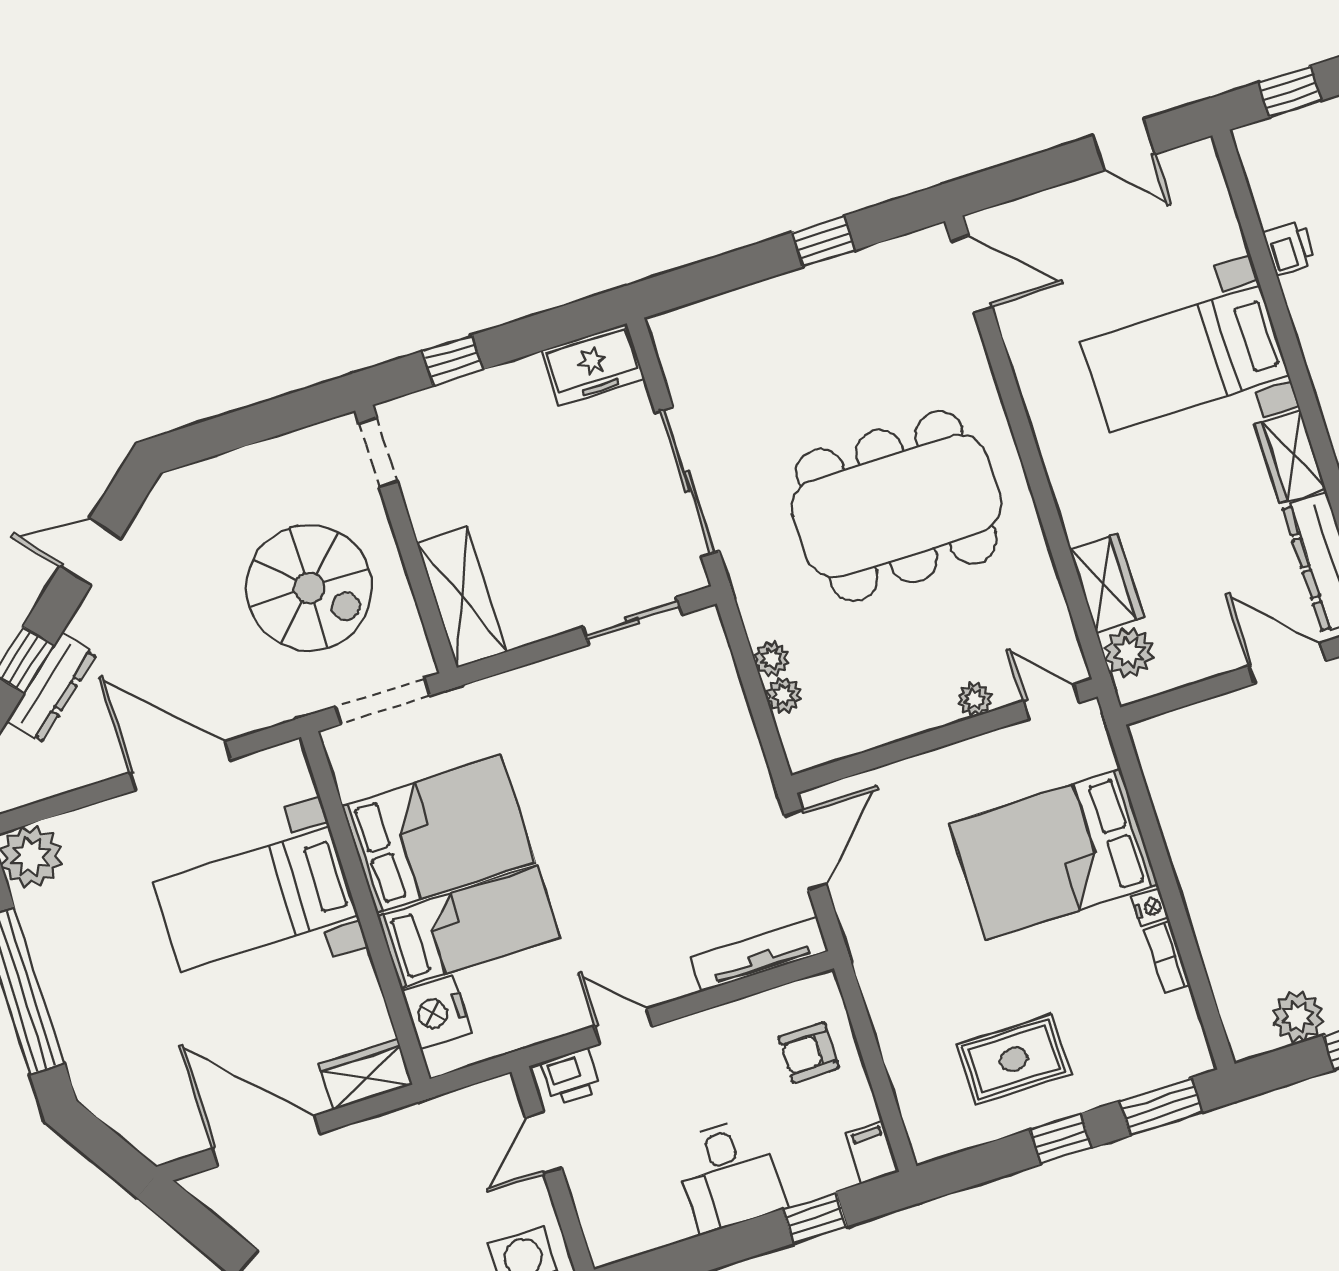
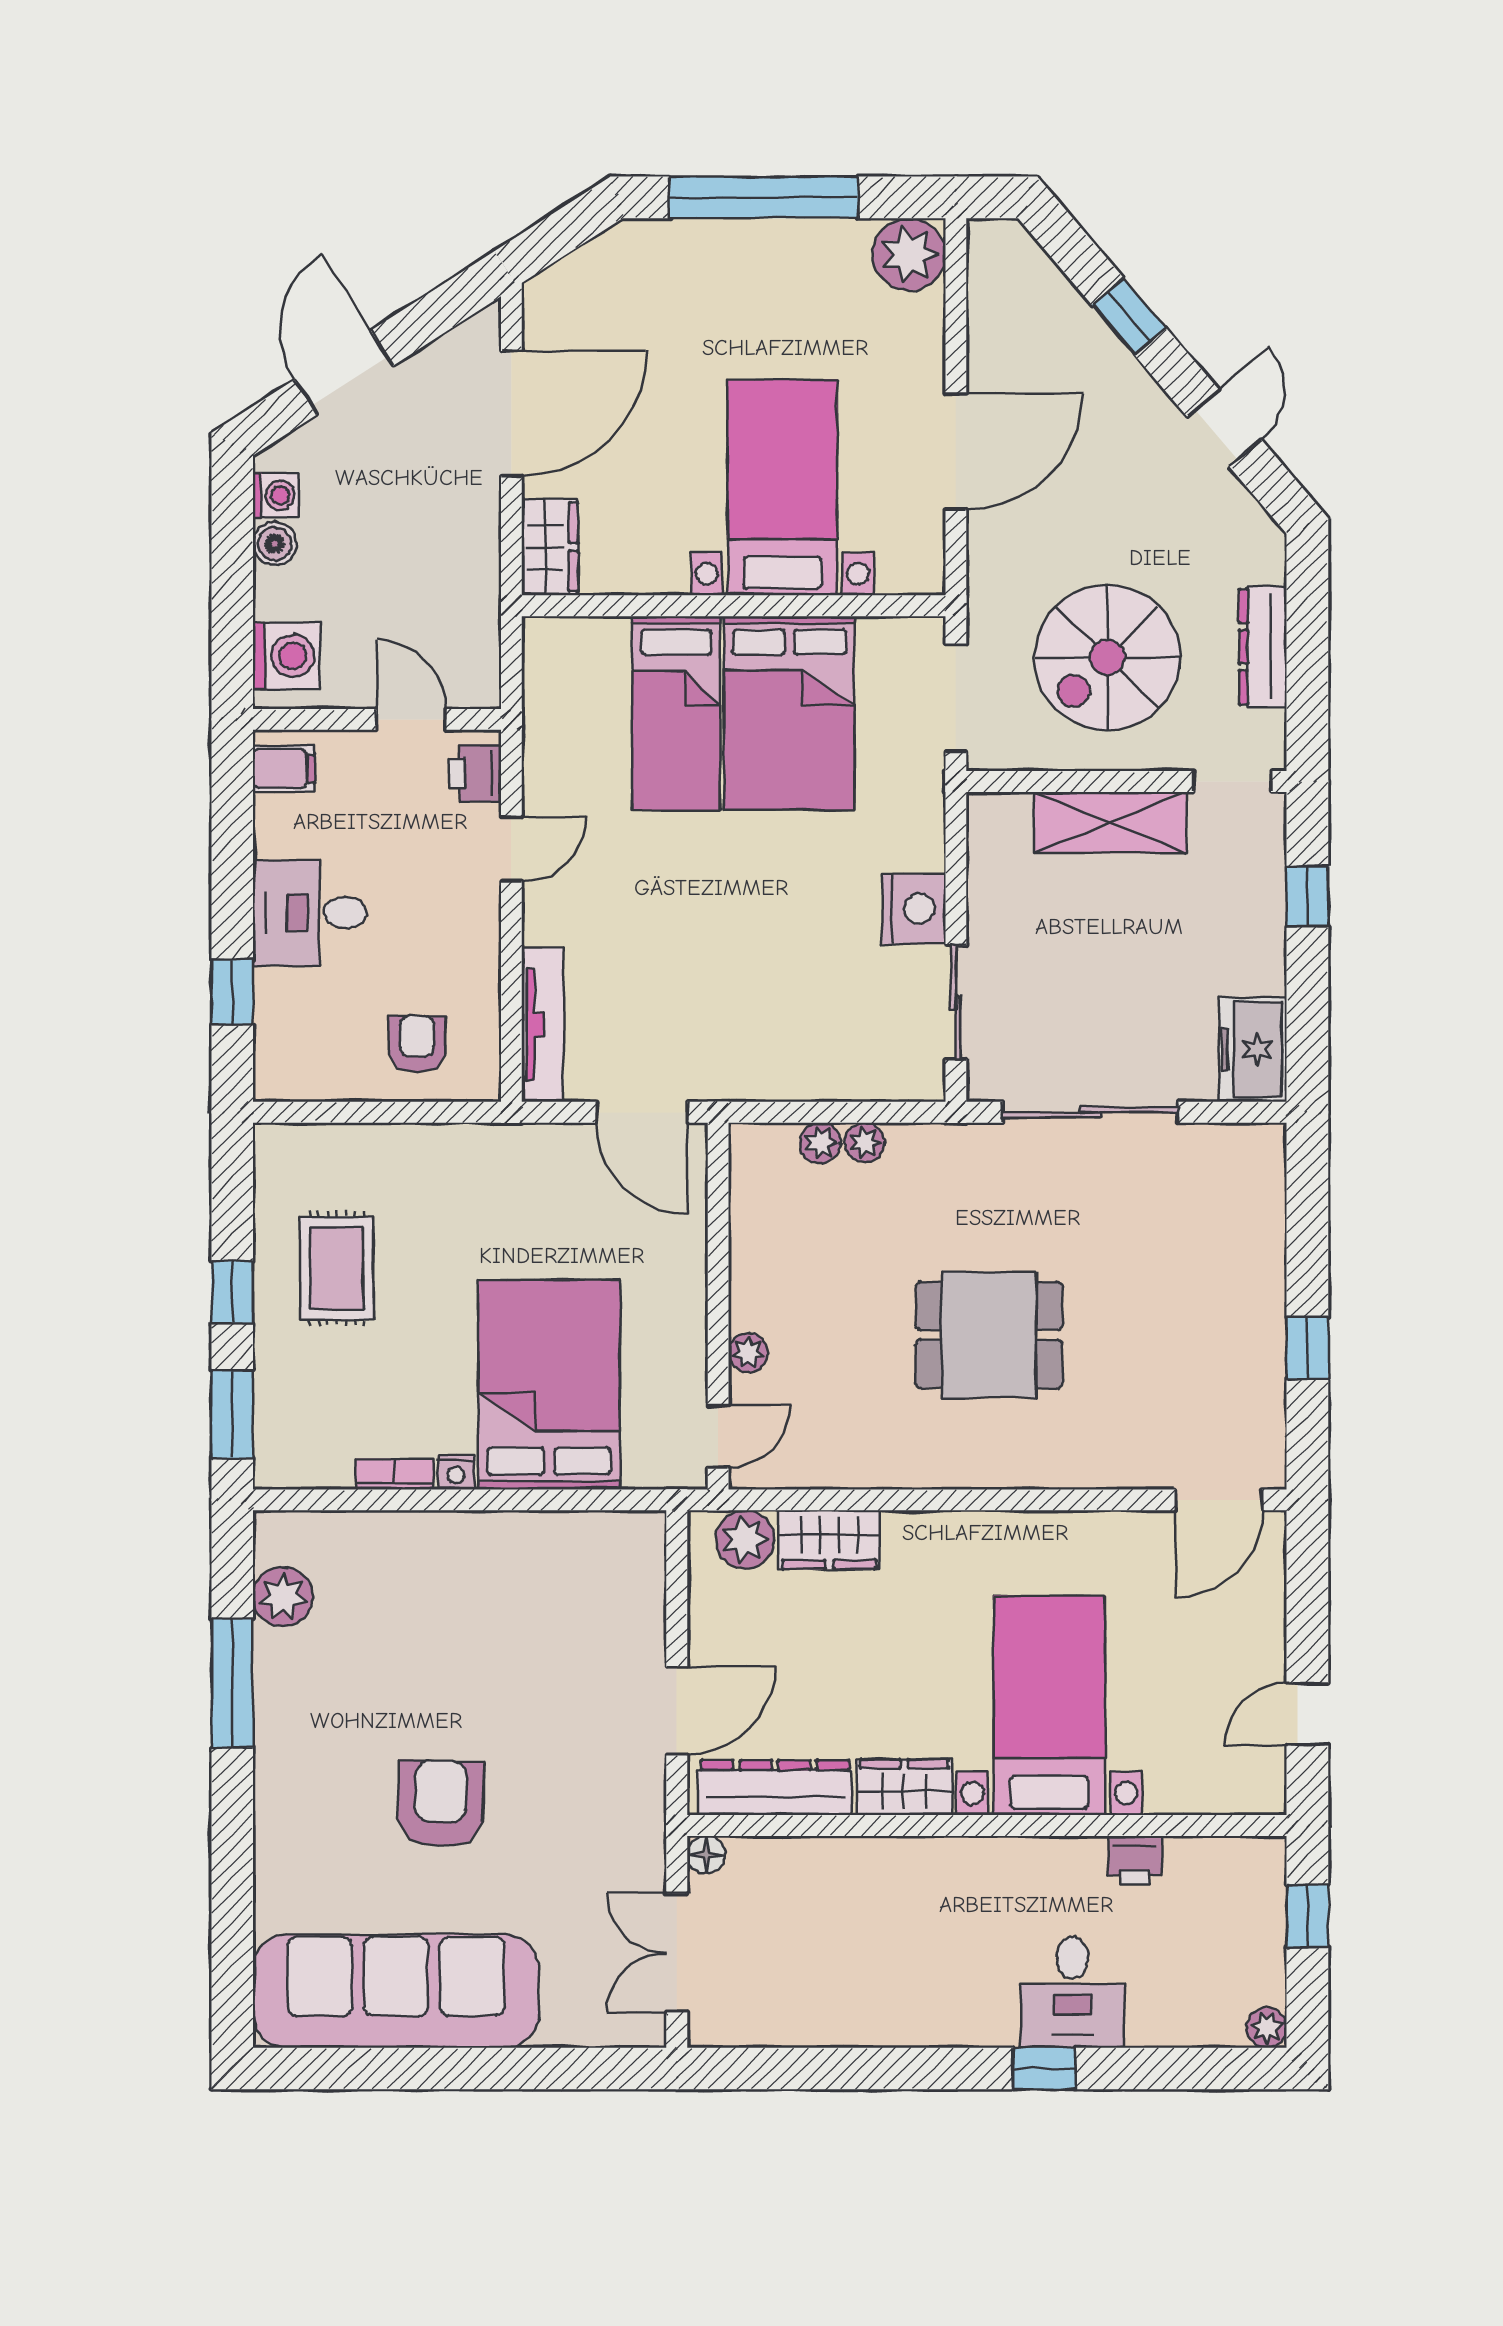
dining table: (897, 506) -> (989, 1335), width x0.53, depth x0.80
shelving: (462, 597) -> (1110, 822), moved
dresser: (52, 687) -> (1263, 647), moved, turned 40
nightstand: (437, 1012) -> (914, 909), moved, turned 90
filing cabinet: (872, 1153) -> (284, 769), moved

